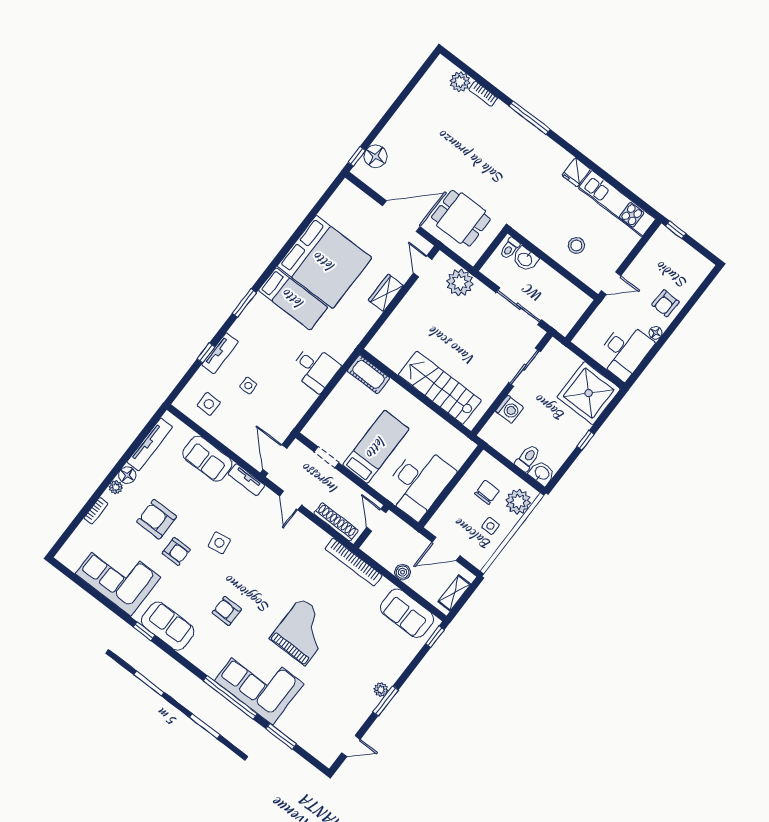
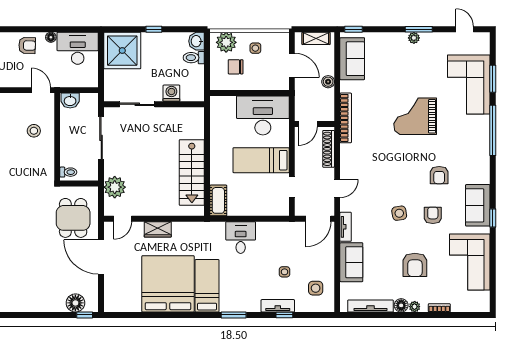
washbasin: (525, 259) -> (70, 101), moved, turned 90
stairs: (440, 388) -> (192, 173), moved
armchair: (176, 551) -> (433, 215), moved
corner sofa: (259, 682) -> (469, 85), moved

